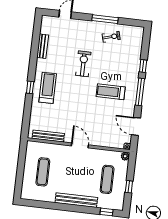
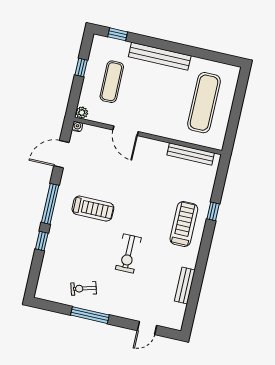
window: (30, 87) -> (213, 211), moved
treadmill: (48, 88) -> (184, 224), turned 180
door: (136, 126) -> (61, 154), swing flipped
door: (80, 145) -> (126, 131), moved
exercise mat: (43, 172) -> (204, 103), width x1.36, depth x1.45

